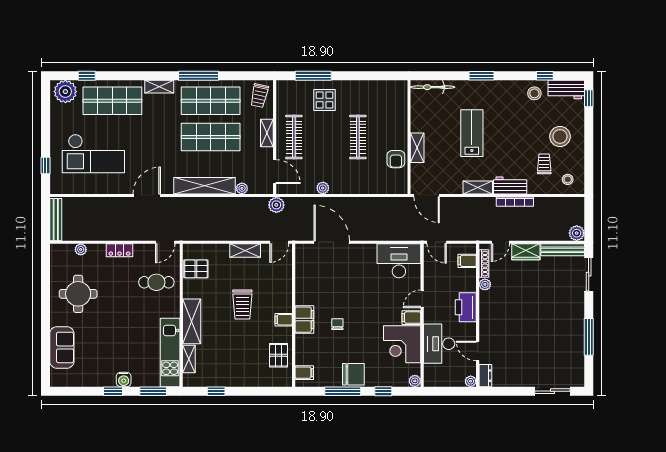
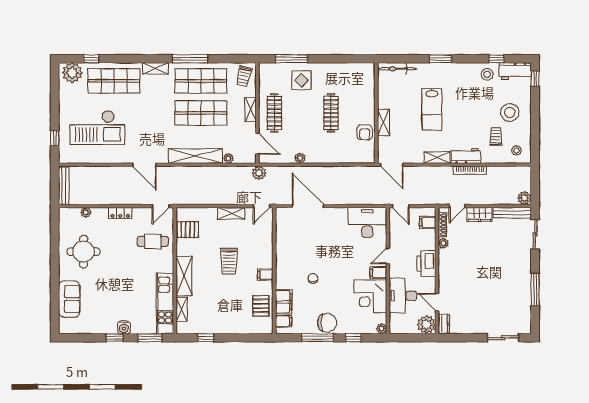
lab bench: (472, 133) -> (432, 109), turned 180
door: (147, 195) -> (144, 165), swing flipped
filing cabinet: (304, 320) -> (284, 302), moved
plant: (471, 381) -> (426, 325), width x1.88, depth x1.88

